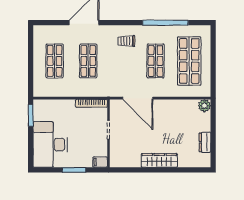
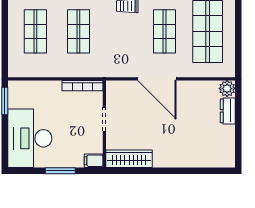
door: (138, 98) -> (157, 79), moved
dresser: (205, 142) -> (228, 111), moved
wardrobe: (159, 160) -> (129, 159), moved

